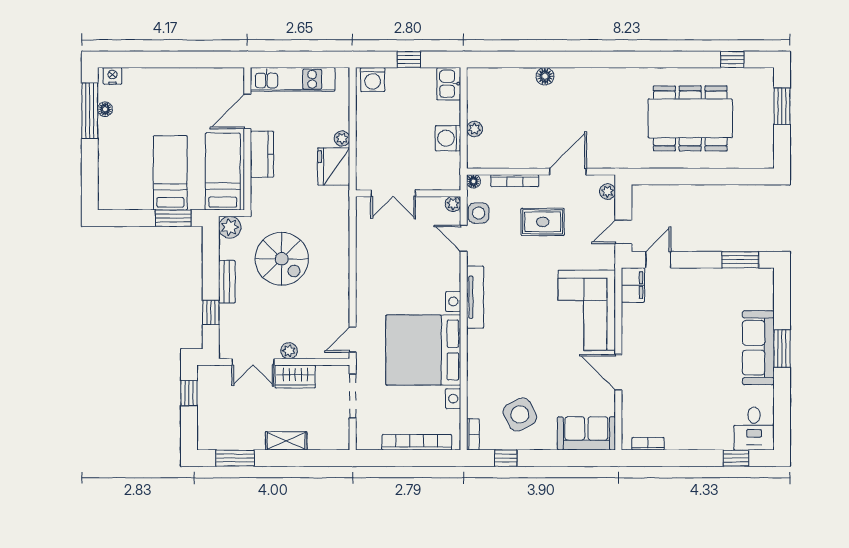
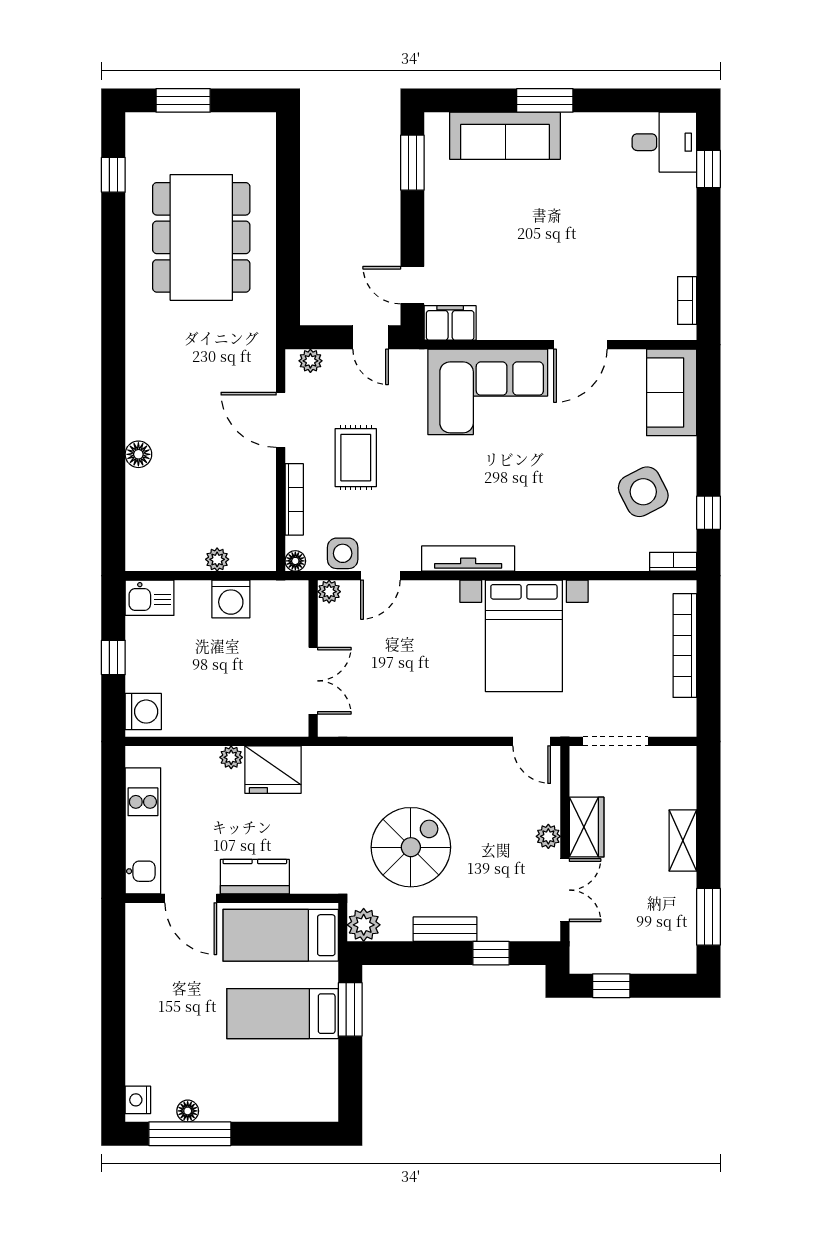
sofa: (758, 348) -> (505, 136), moved
bed with nightstands: (423, 350) -> (524, 636), width x0.73

